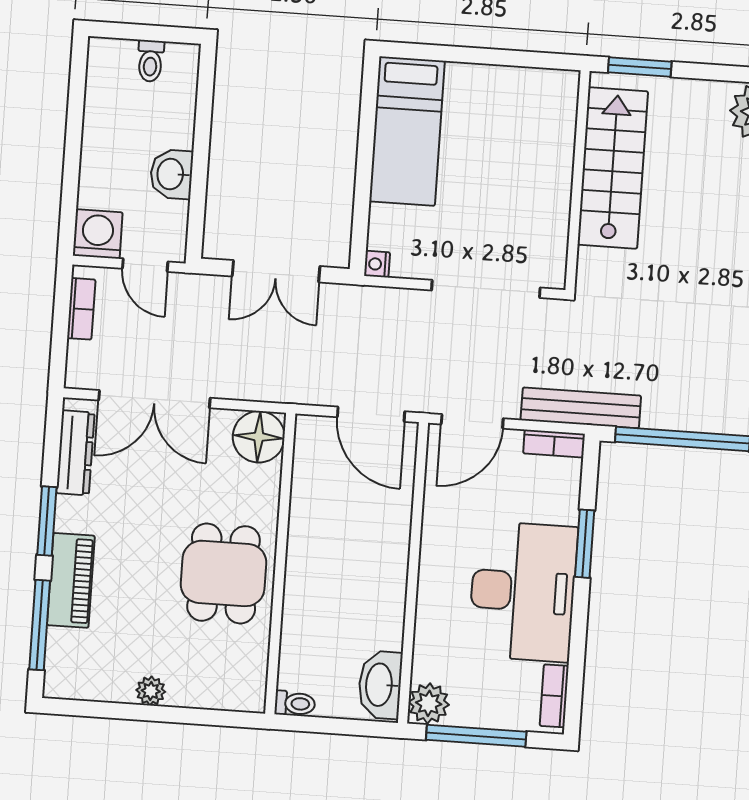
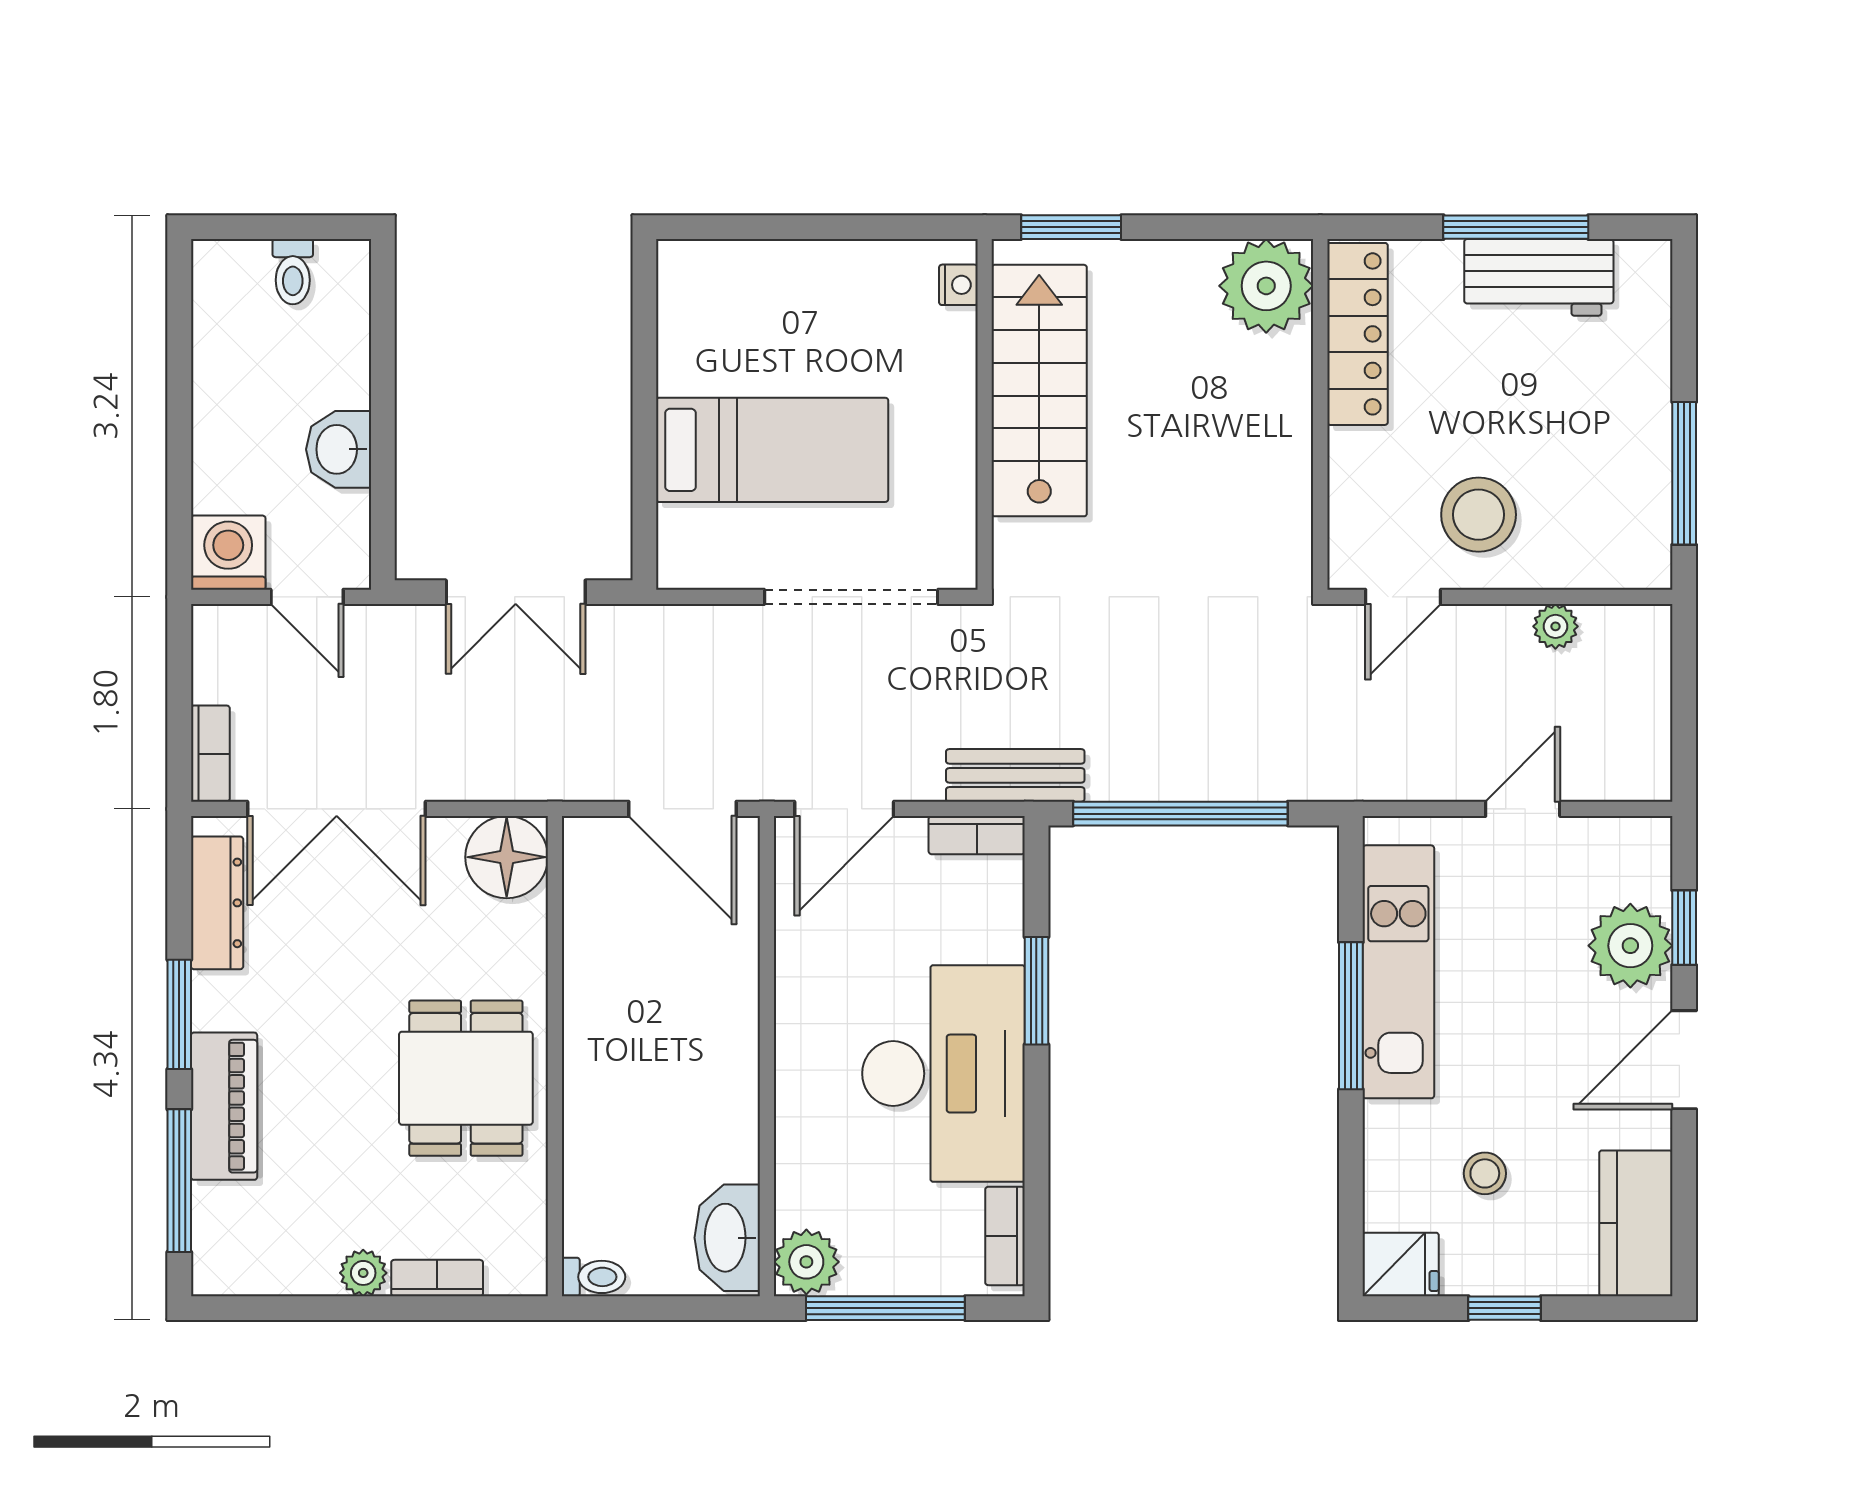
bed: (407, 131) -> (772, 450), moved, turned -90
nightstand: (377, 264) -> (958, 285), moved, turned 180
bookcase: (81, 309) -> (210, 754), moved
bench: (581, 408) -> (1015, 775), width x0.73
bookcase: (197, 697) -> (437, 1278), added

